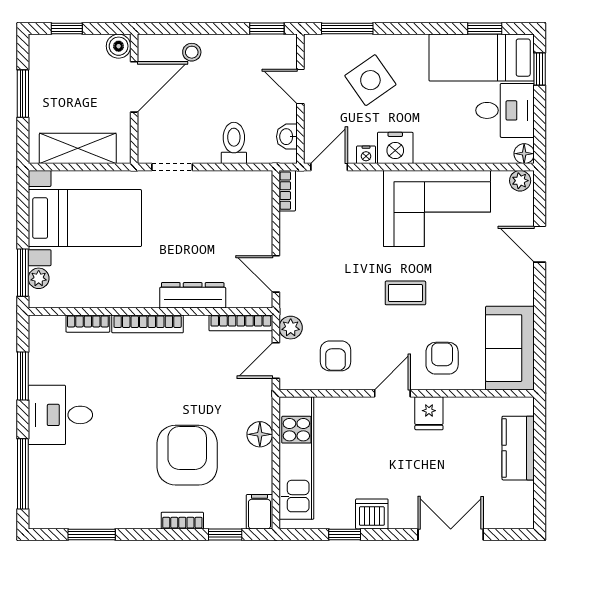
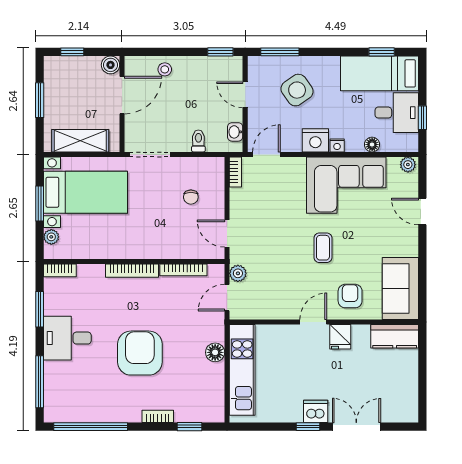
window: (540, 69) -> (422, 118), moved
toilet: (234, 143) -> (198, 141), width x0.73, depth x0.72
floor lamp: (524, 154) -> (372, 145), moved
nightstand: (366, 155) -> (337, 145), moved
doorway: (172, 167) -> (150, 154), width x1.38
chair: (227, 225) -> (191, 197), added
window: (23, 273) -> (40, 204), moved
coffee table: (405, 293) -> (323, 248), turned 90
dresser: (193, 295) -> (165, 249), removed
bookcase: (241, 323) -> (183, 270), moved
bookcase: (88, 324) -> (60, 270), moved
armchair: (335, 356) -> (271, 294), removed
kitchen counter: (518, 448) -> (395, 336), moved, turned -90
armchair: (187, 455) -> (140, 353), moved
filing cabinet: (259, 512) -> (215, 410), removed
dishwasher: (372, 514) -> (316, 411), moved
window: (92, 534) -> (91, 427), width x2.11
window: (345, 534) -> (308, 427), moved

